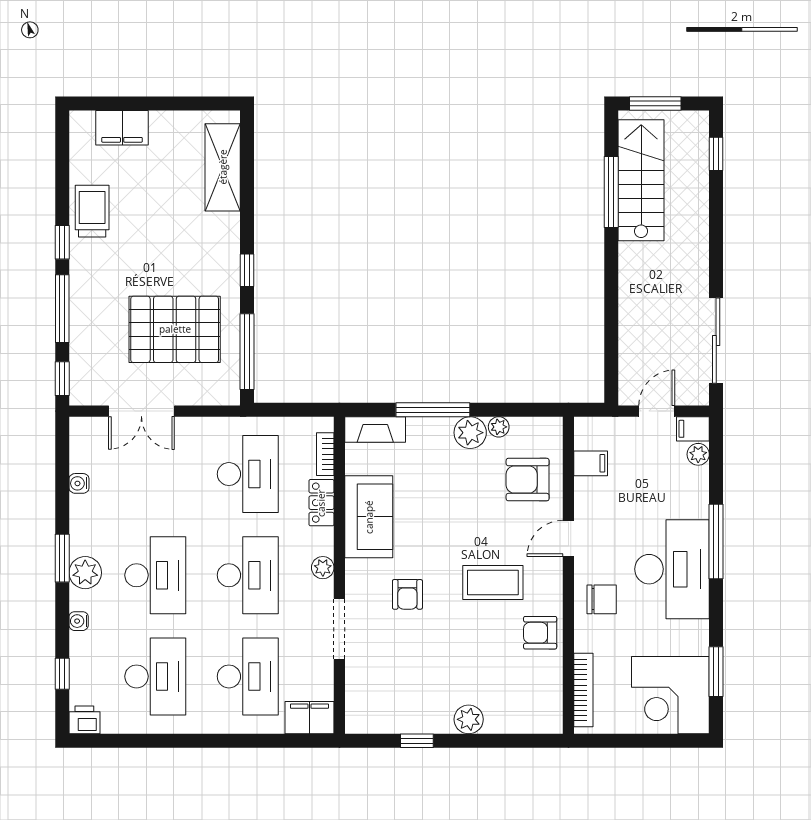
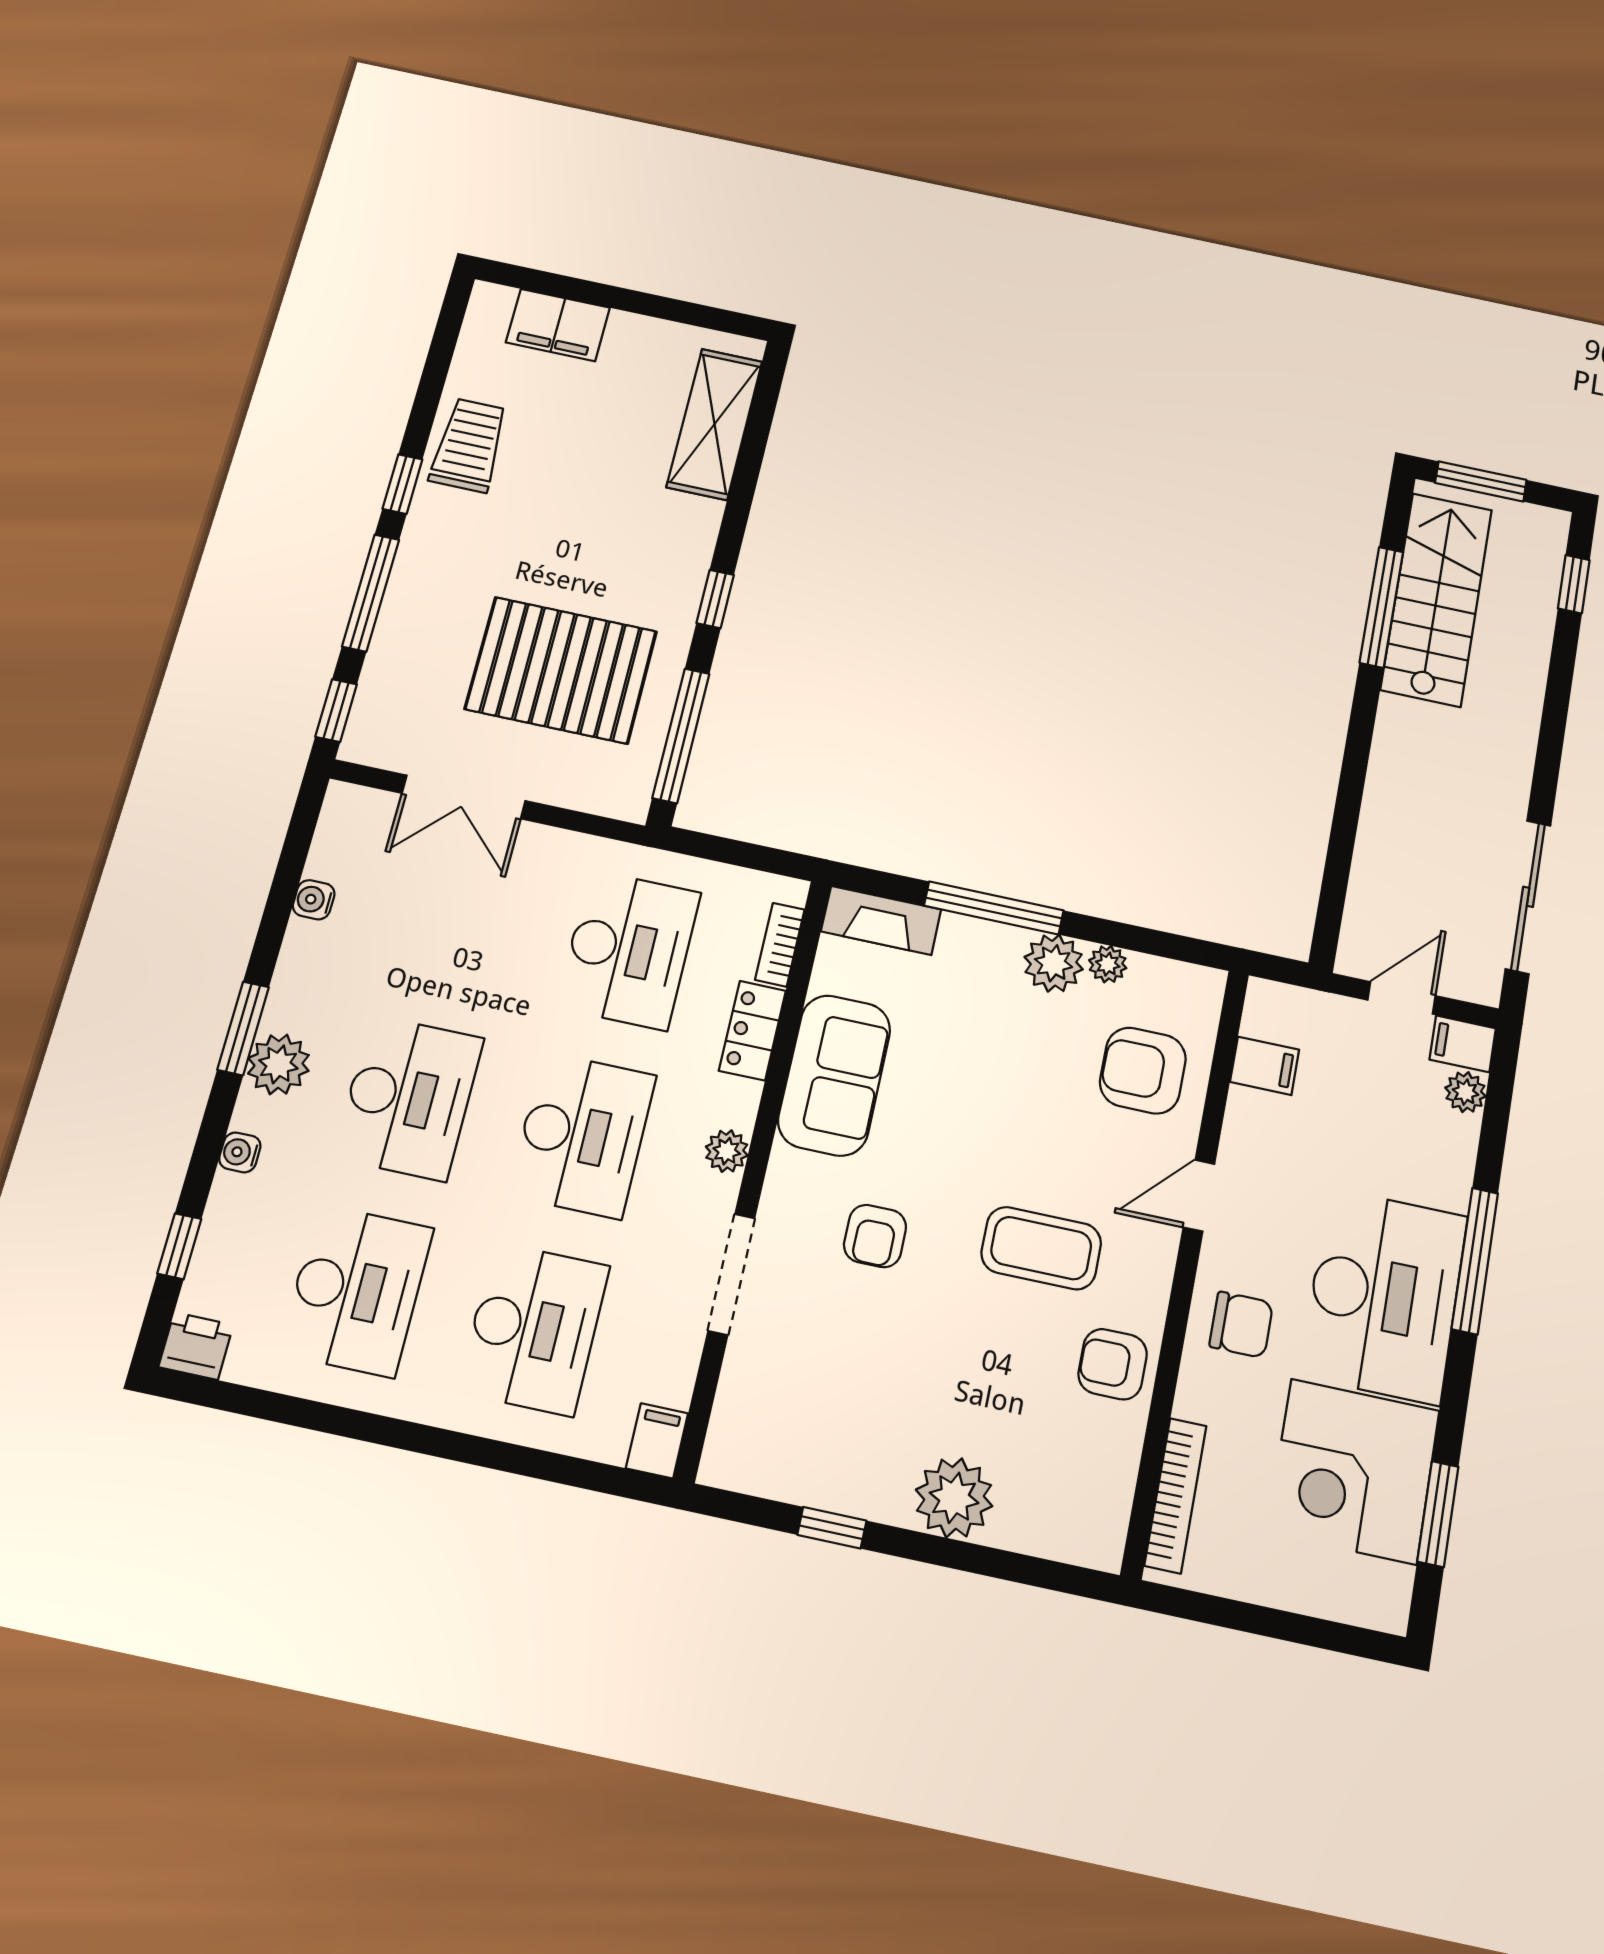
corner desk: (670, 695) -> (1353, 1471), moved
filing cabinet: (309, 718) -> (657, 1441), width x0.50
plant: (469, 719) -> (954, 1498), width x1.36, depth x1.36

